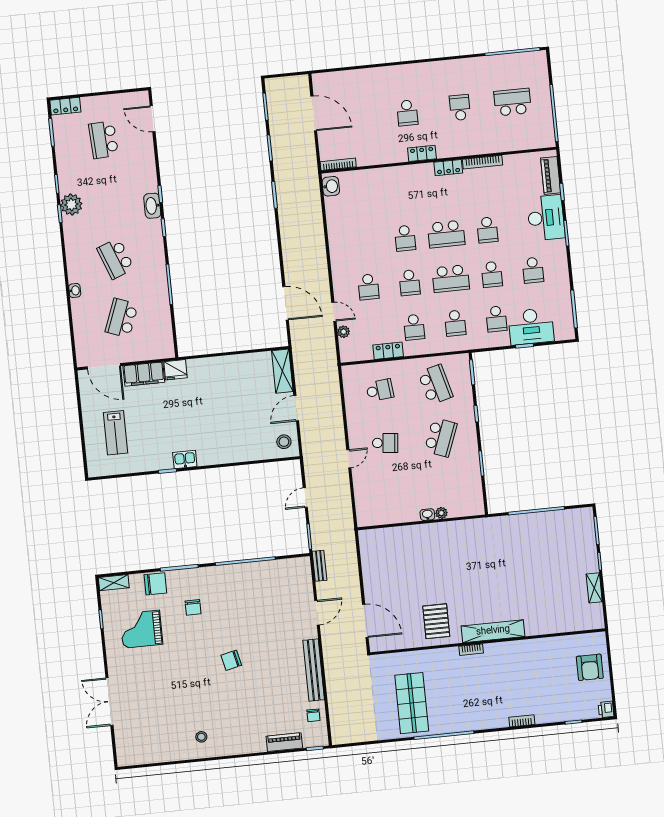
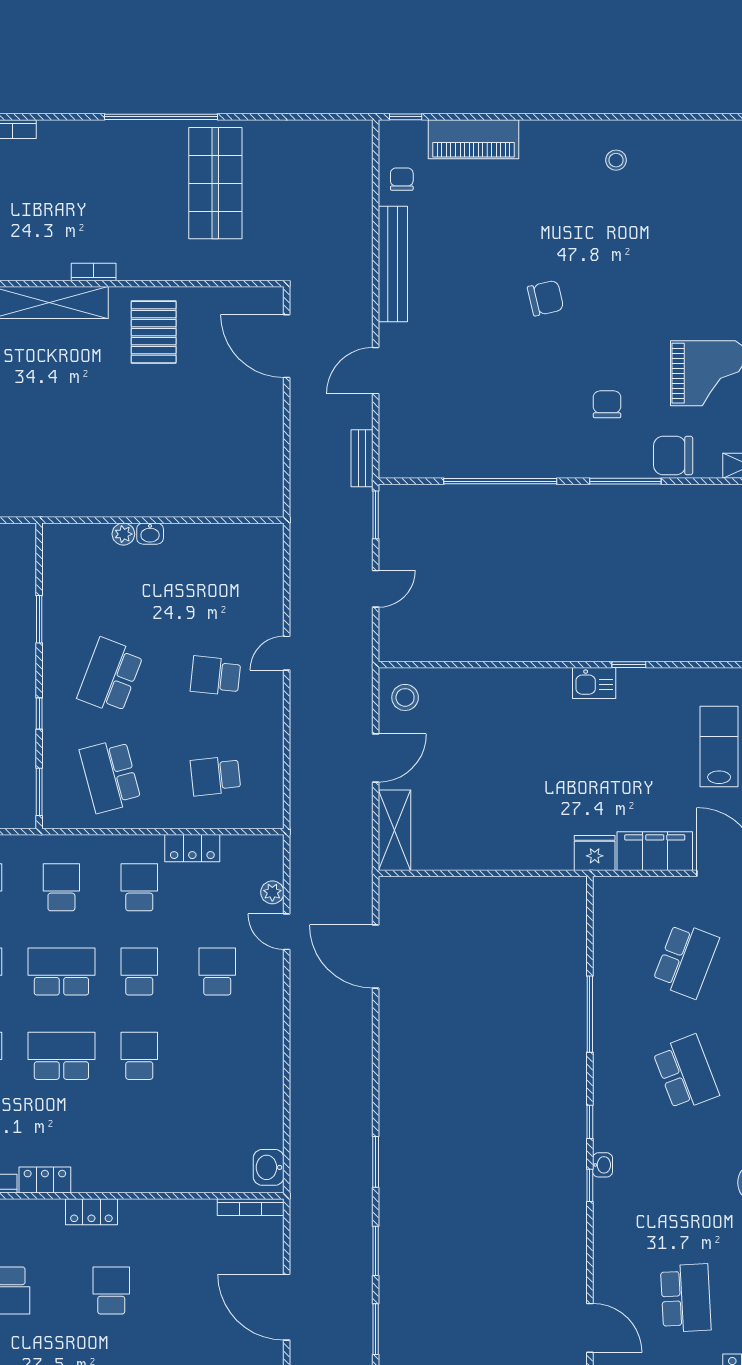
washbasin: (152, 206) -> (603, 1165), width x0.52, depth x0.69
piano: (284, 742) -> (474, 139), width x1.37, depth x1.33

